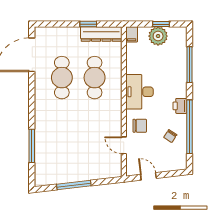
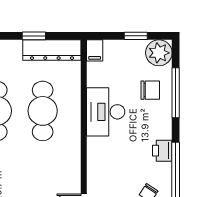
plant: (158, 36) -> (159, 53), moved
desk: (140, 92) -> (106, 112), moved
chair: (140, 126) -> (150, 90), moved

